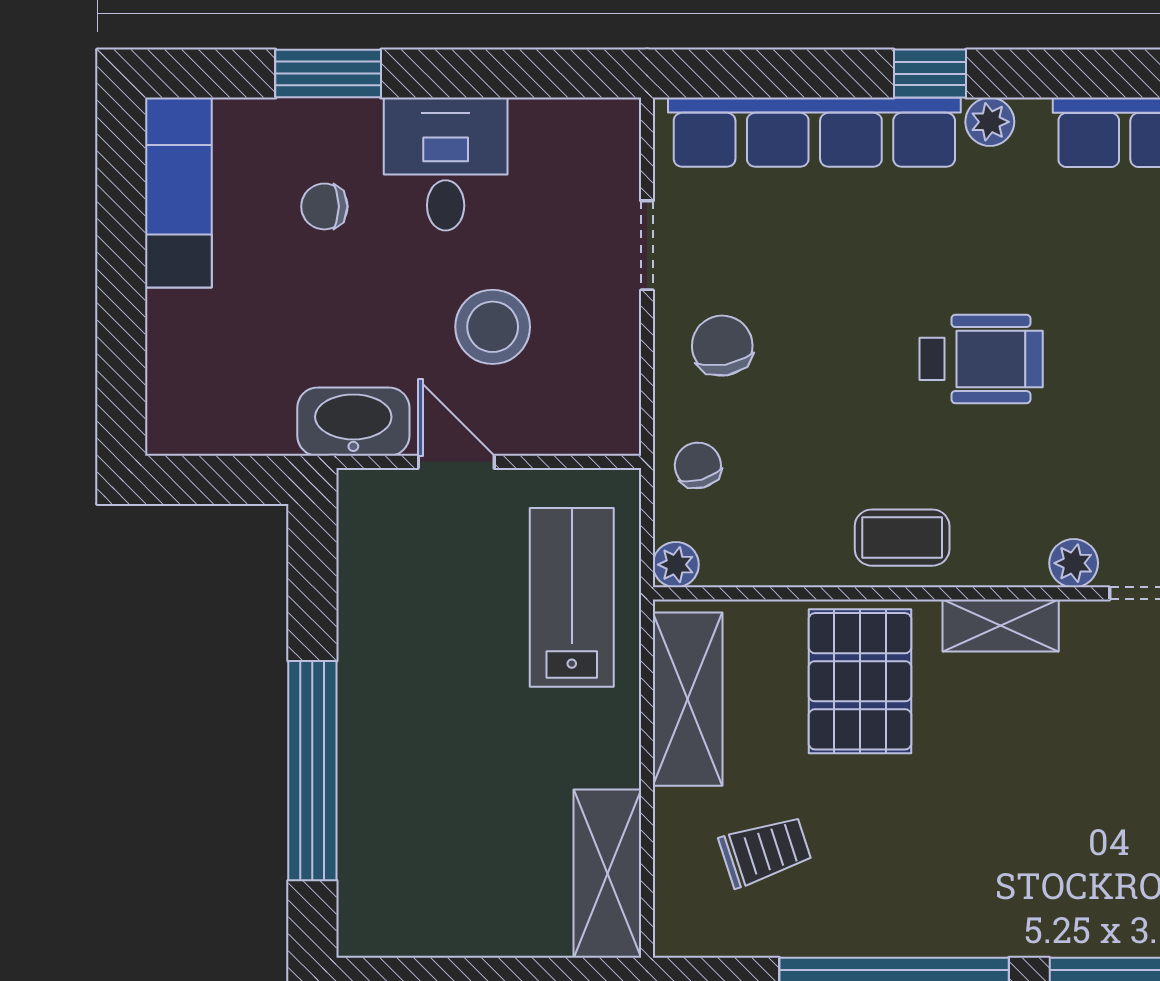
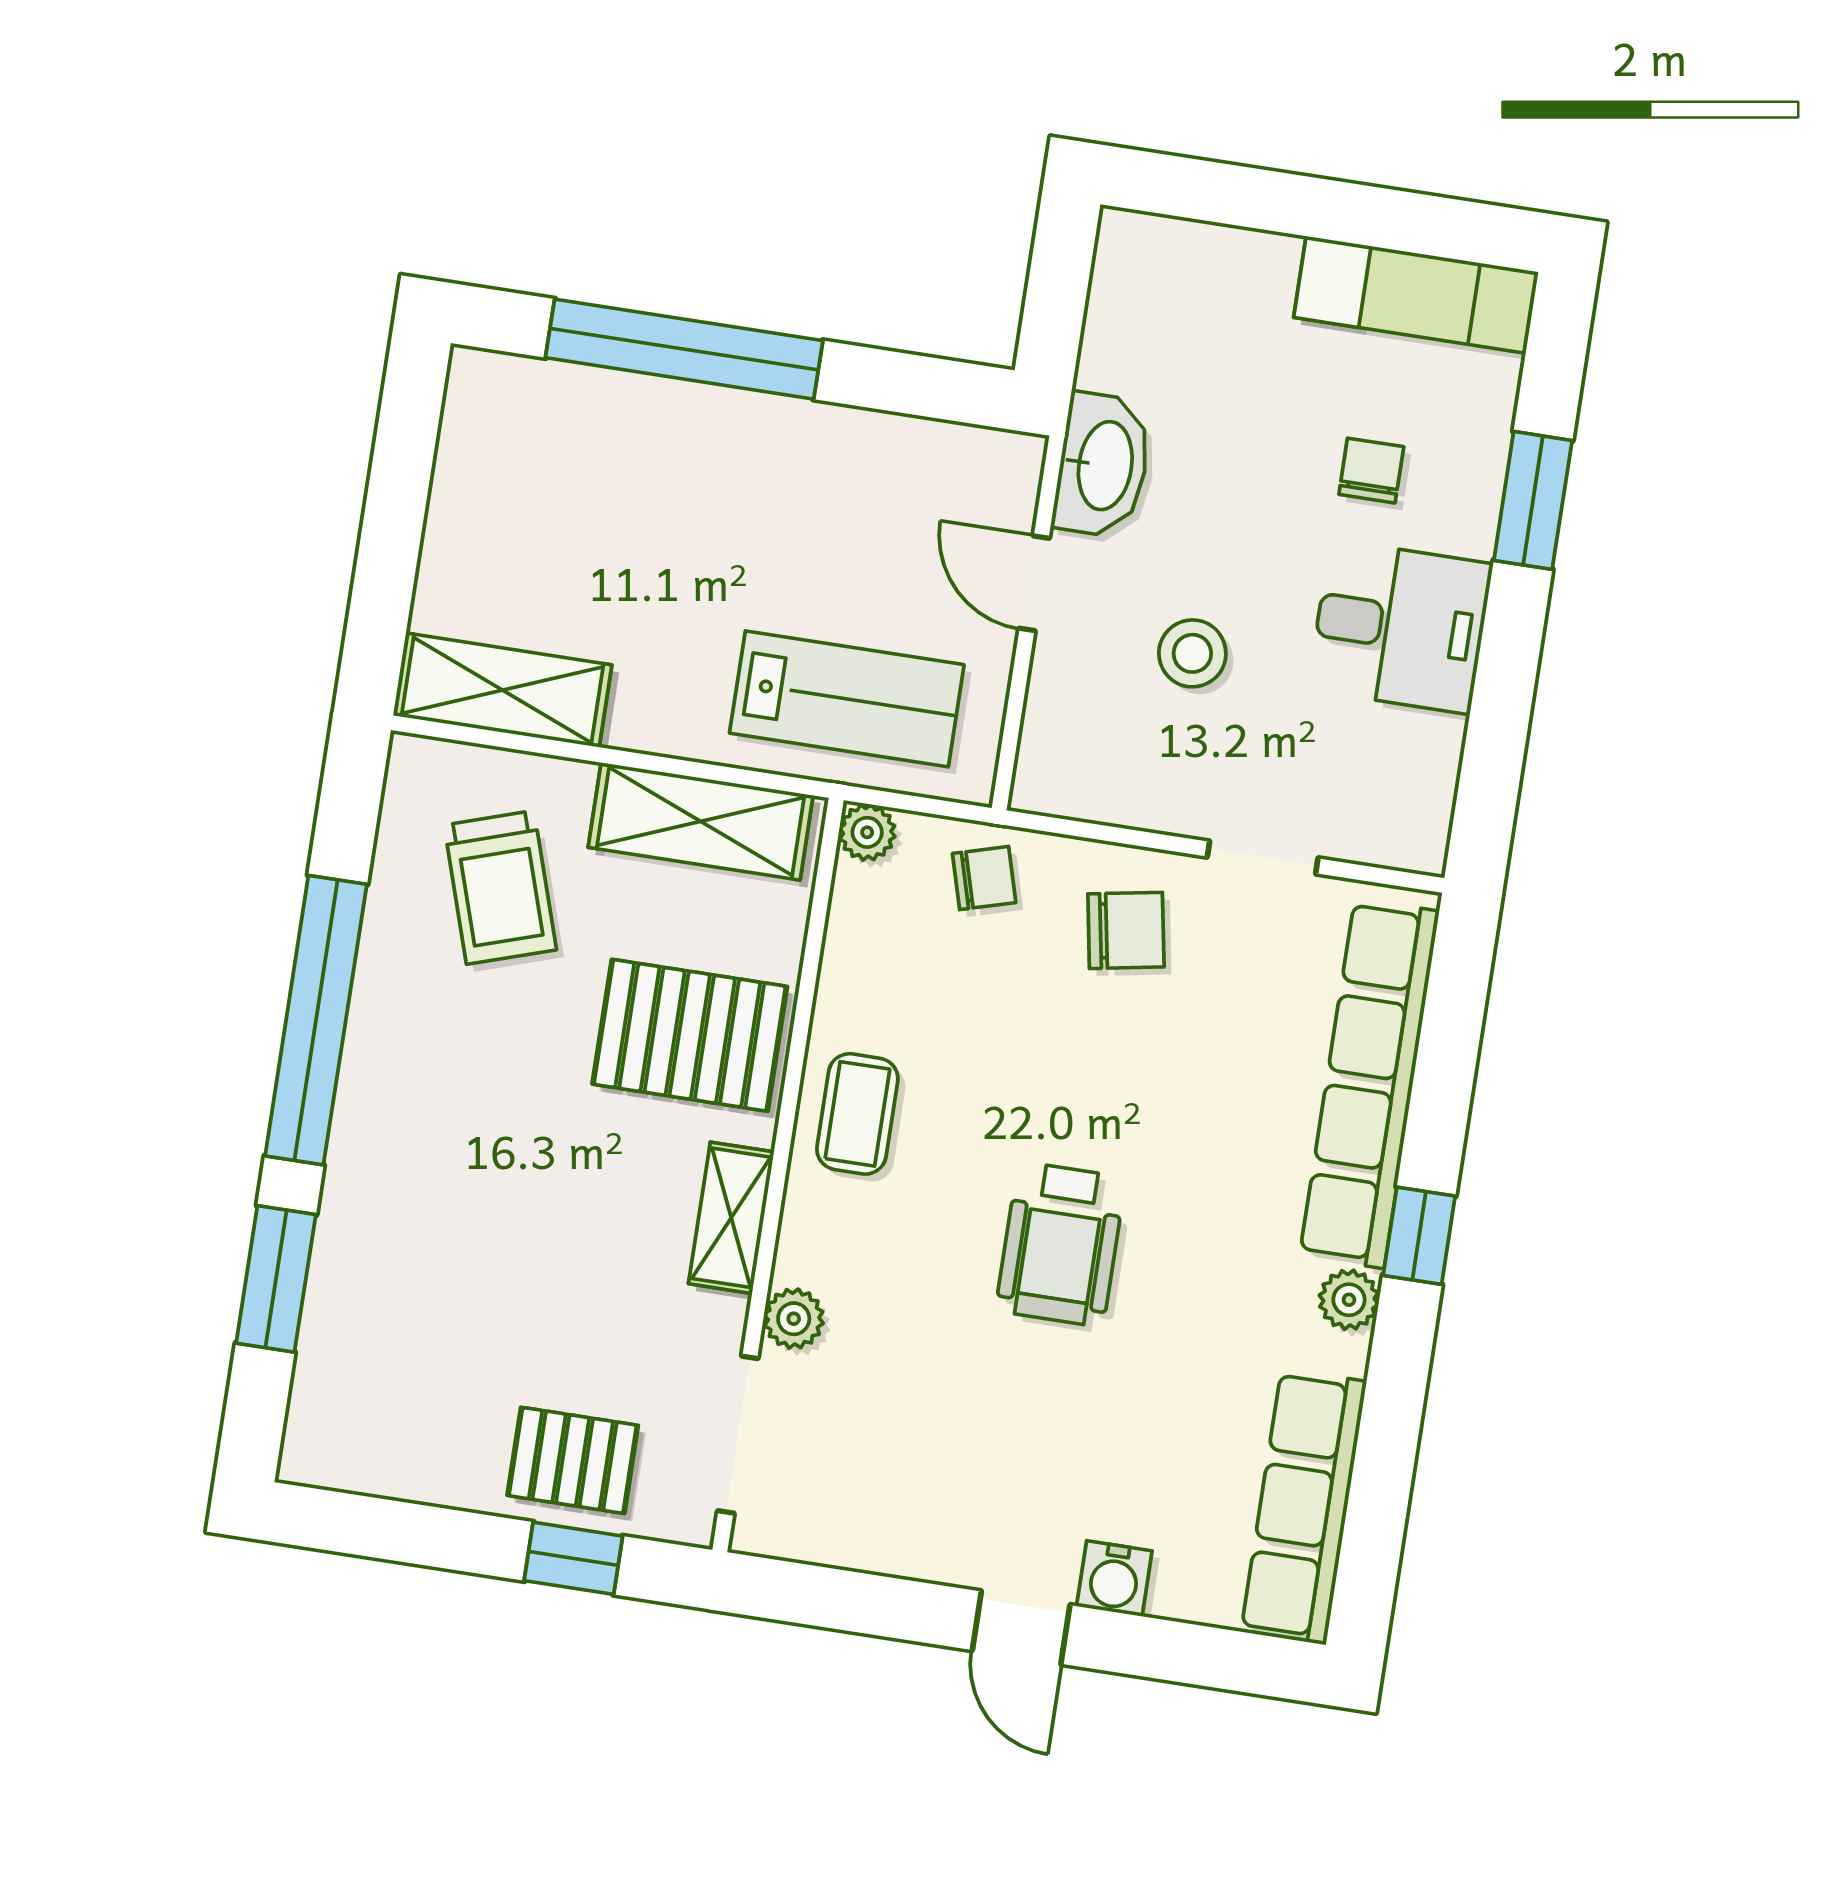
stool: (493, 327) -> (1192, 653), width x0.73, depth x0.73
door: (456, 462) -> (1034, 583), swing flipped
trolley: (765, 851) -> (500, 887), width x1.36, depth x1.39

